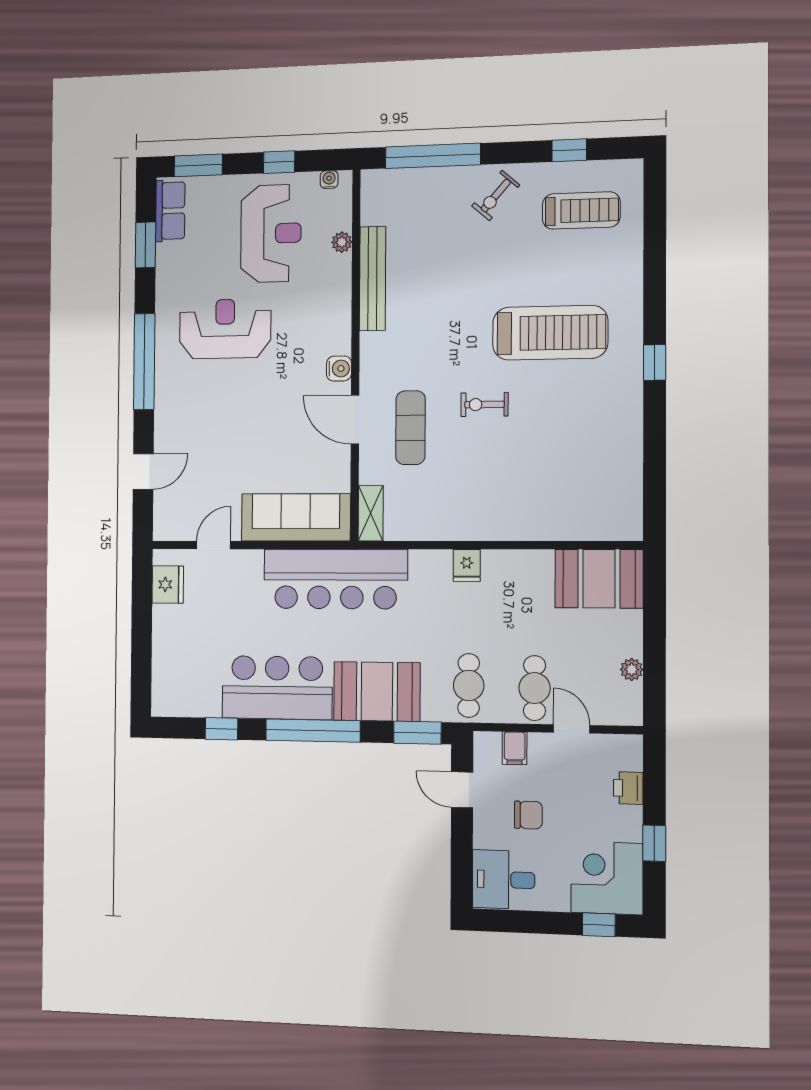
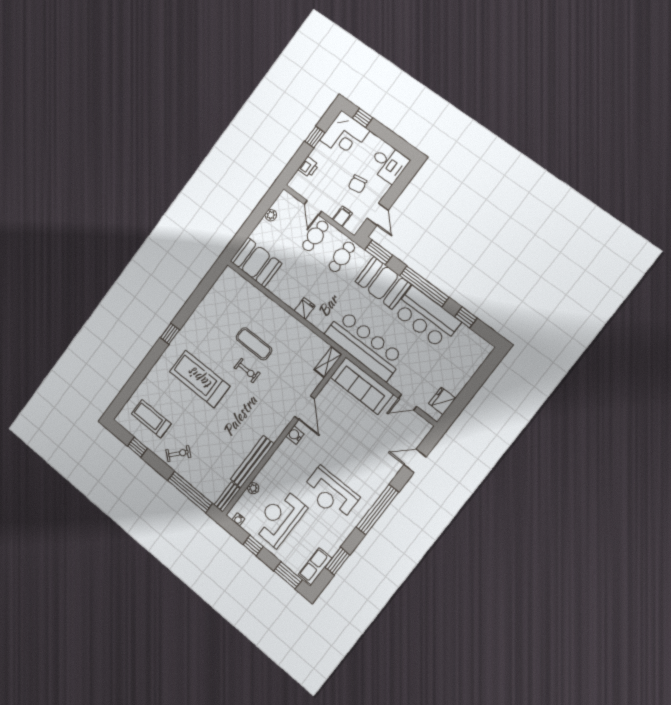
bench: (371, 197) -> (227, 497), added
exercise mat: (411, 428) -> (254, 344), moved, turned 90
chair: (528, 815) -> (358, 184), turned -99

